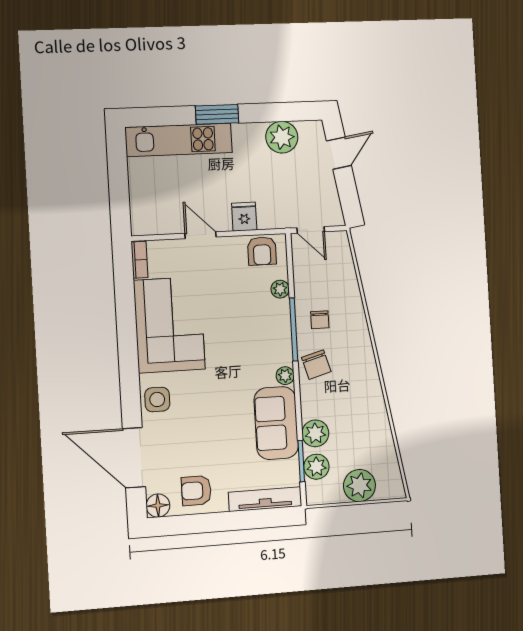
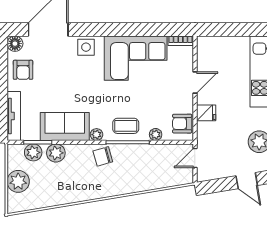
chair: (320, 320) -> (133, 161), removed
coffee table: (270, 334) -> (126, 126), added
armchair: (196, 491) -> (23, 70), turned 180

